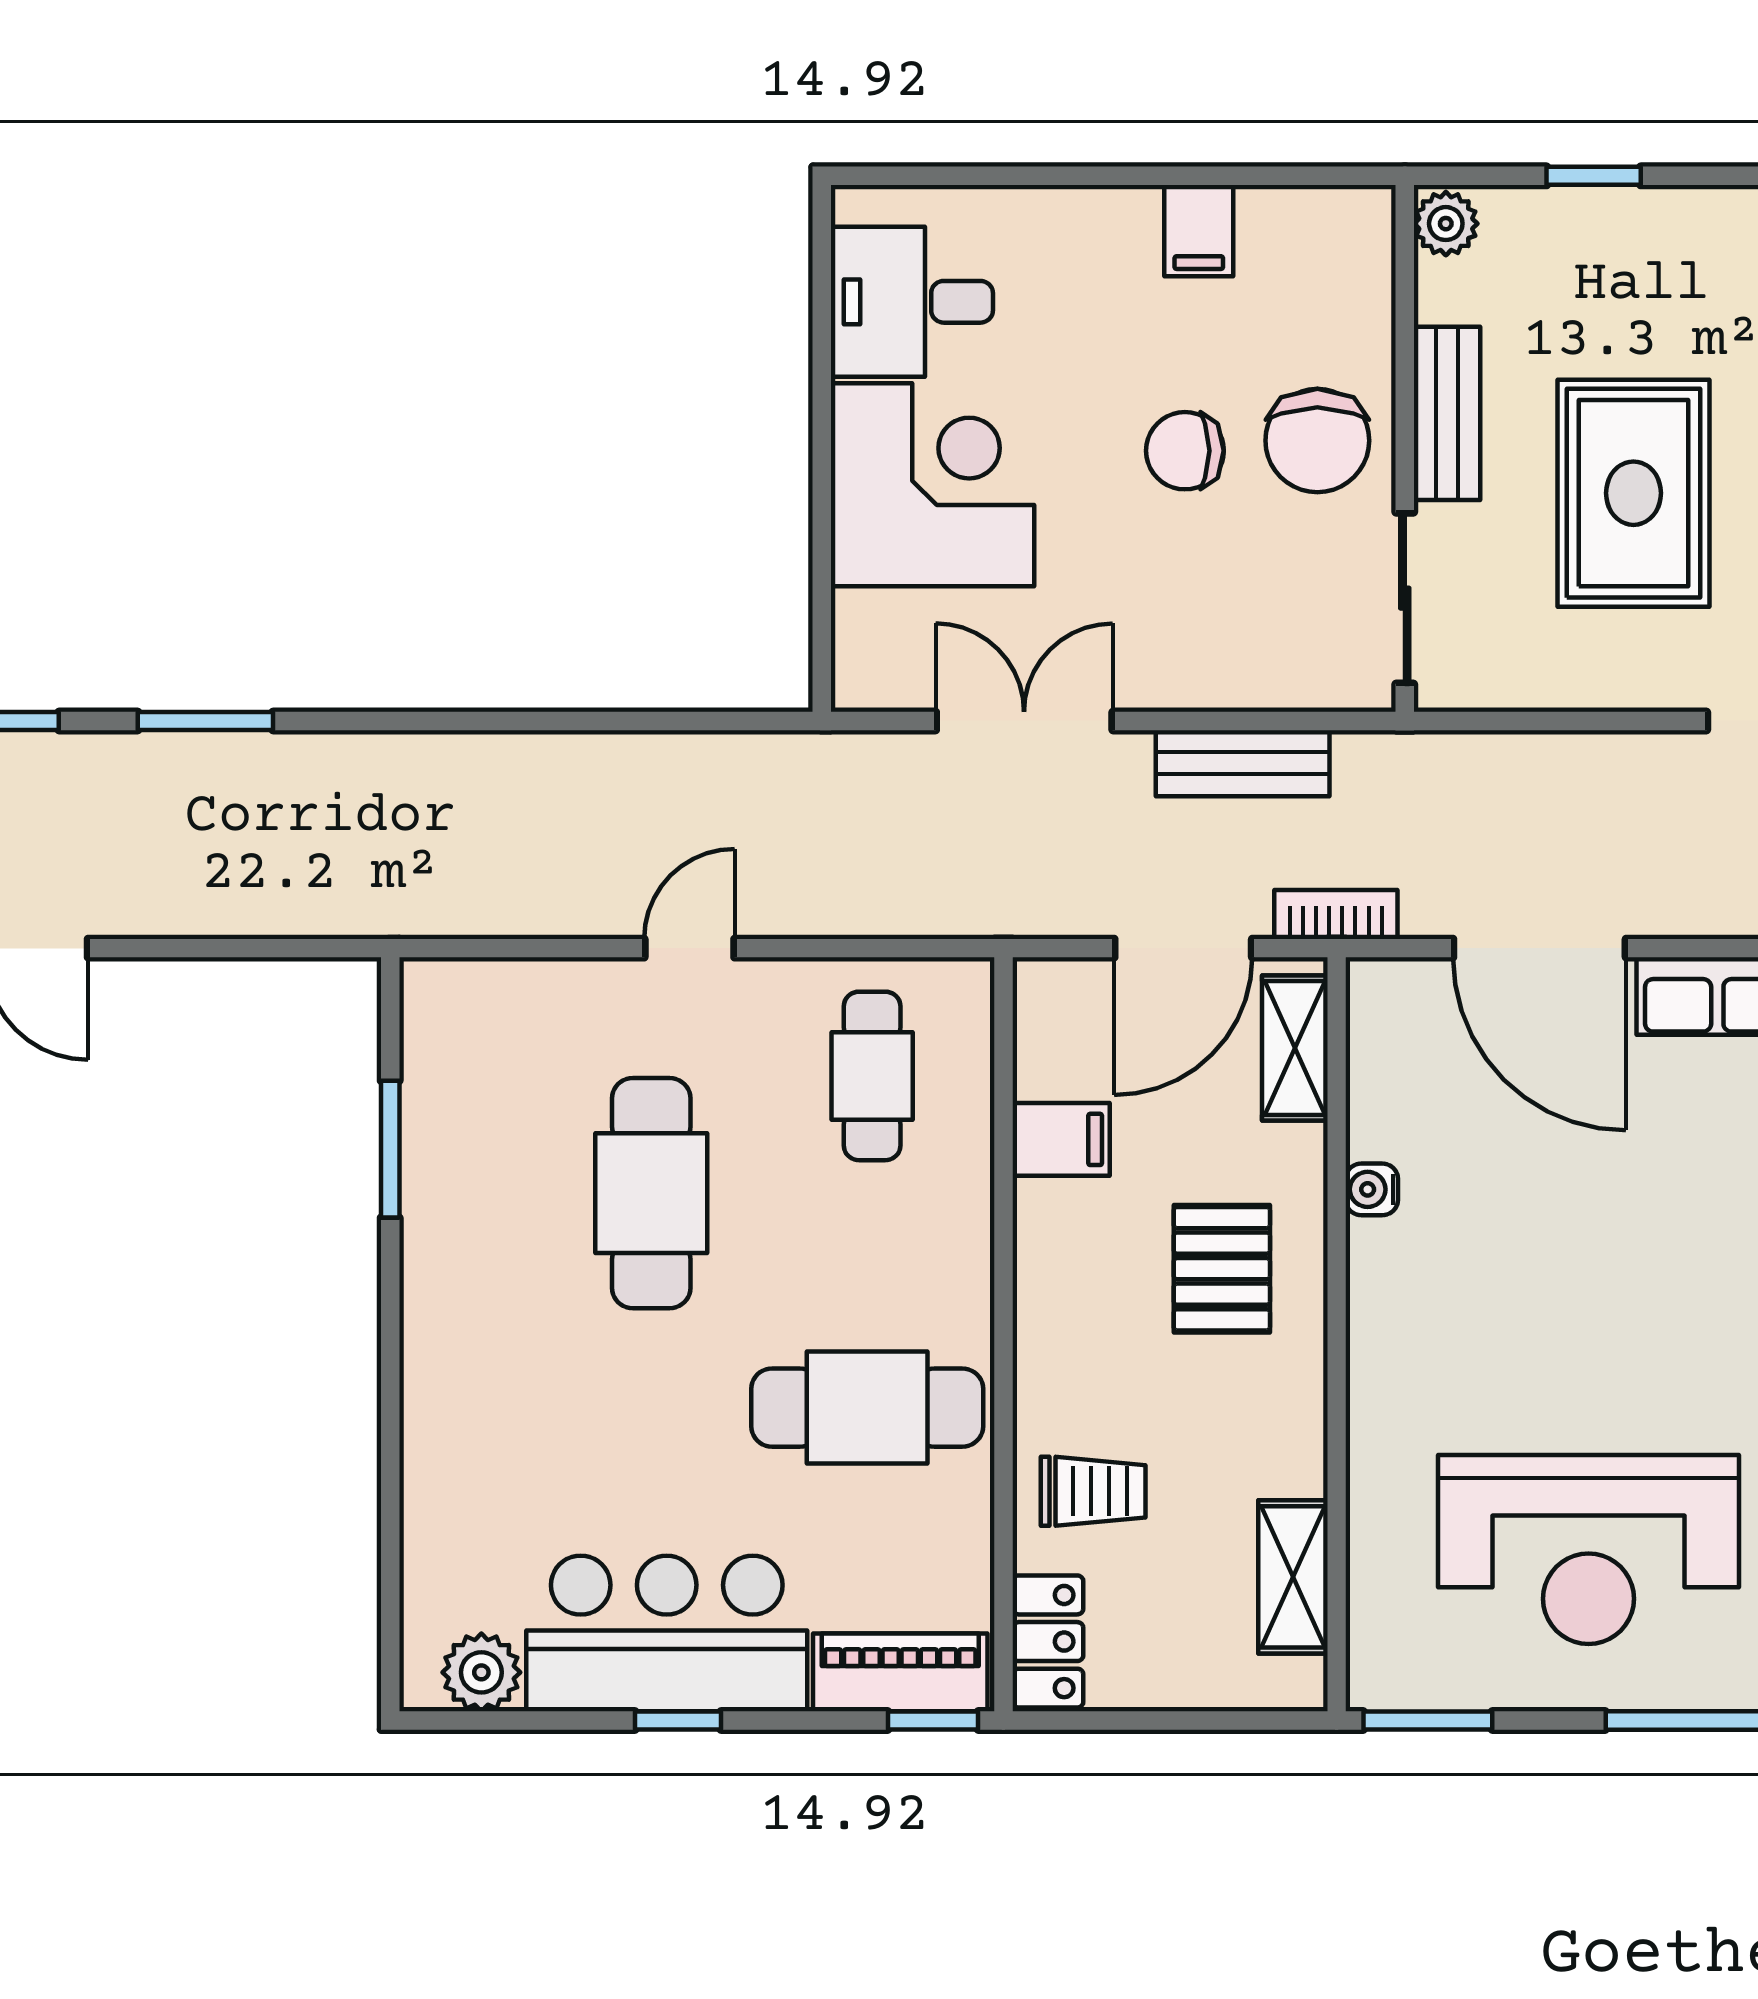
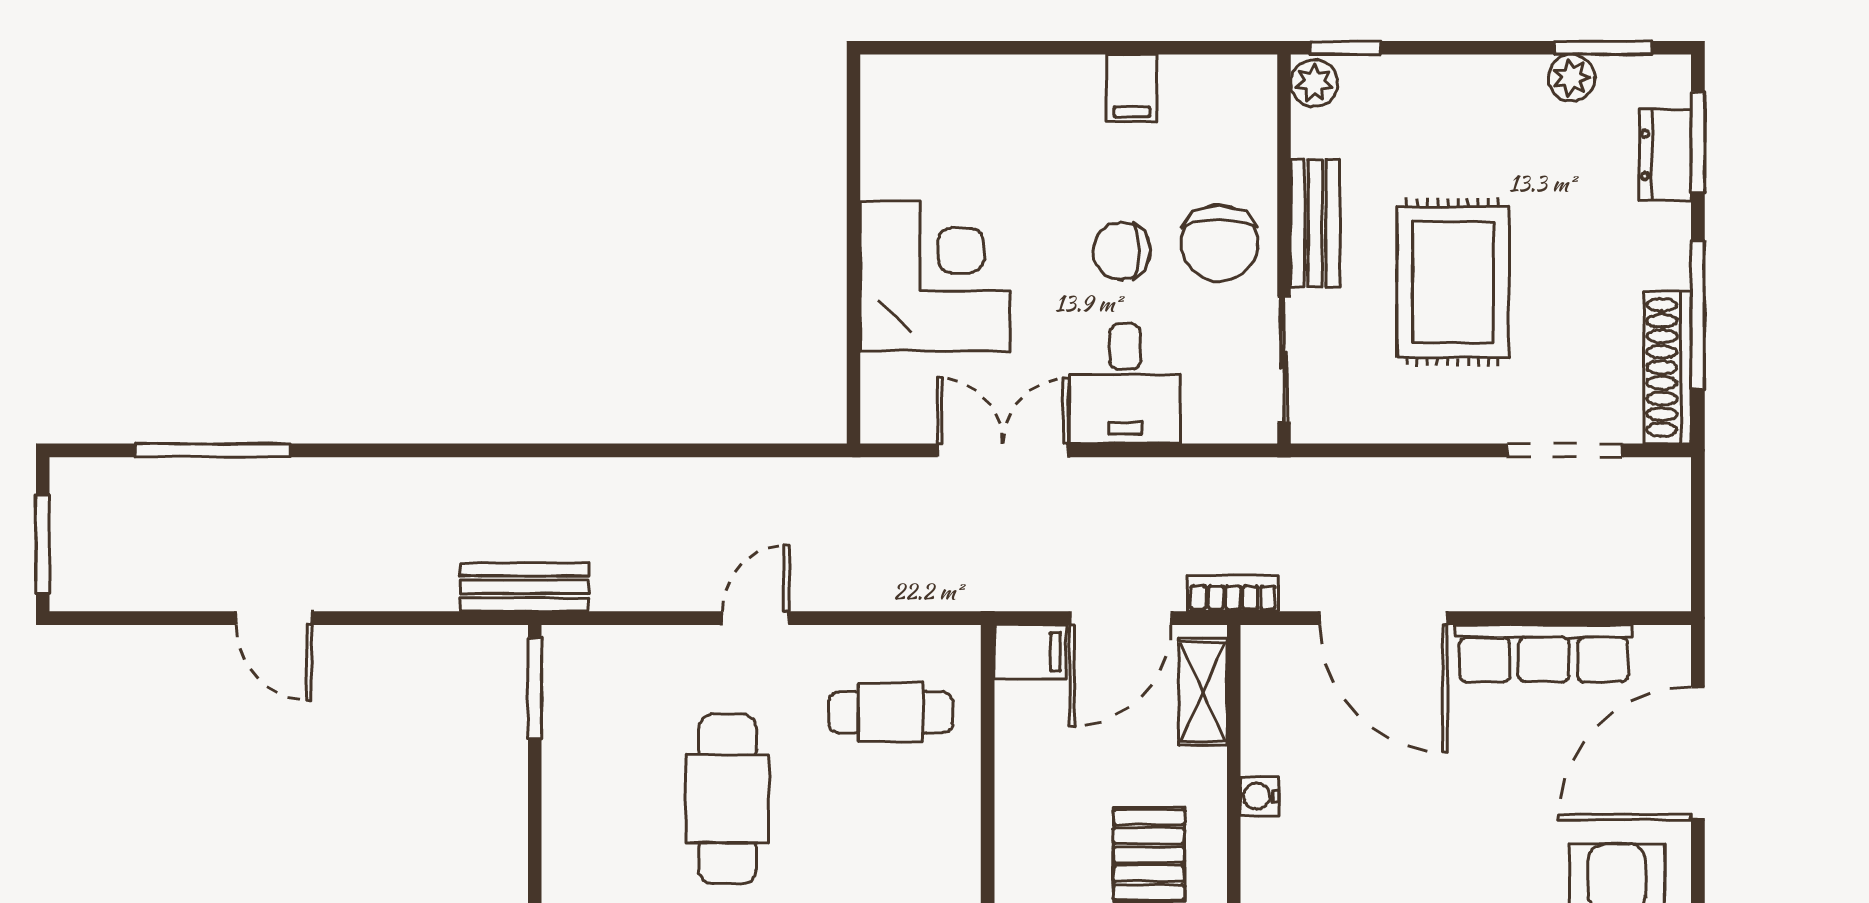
window: (1594, 176) -> (1345, 48), moved
desk: (912, 302) -> (1125, 384), moved, turned -90
window: (205, 721) -> (398, 450), removed
bench: (1243, 763) -> (524, 587), moved
cafe table: (872, 1076) -> (891, 712), turned 90
filing cabinet: (1061, 1139) -> (1030, 652), moved
window: (390, 1149) -> (535, 688), moved

